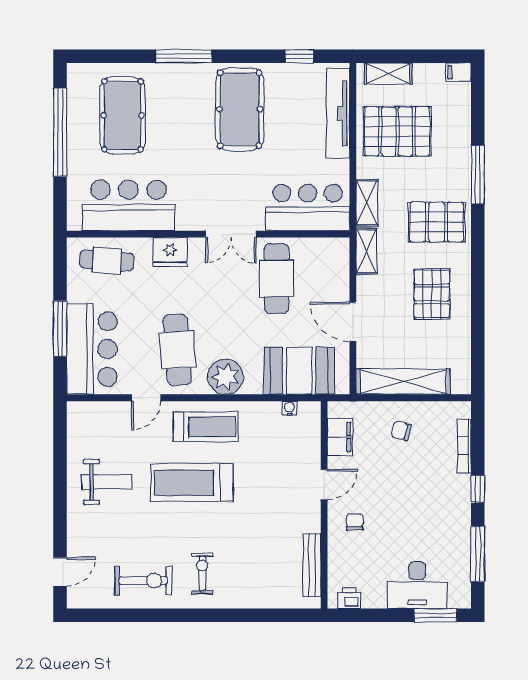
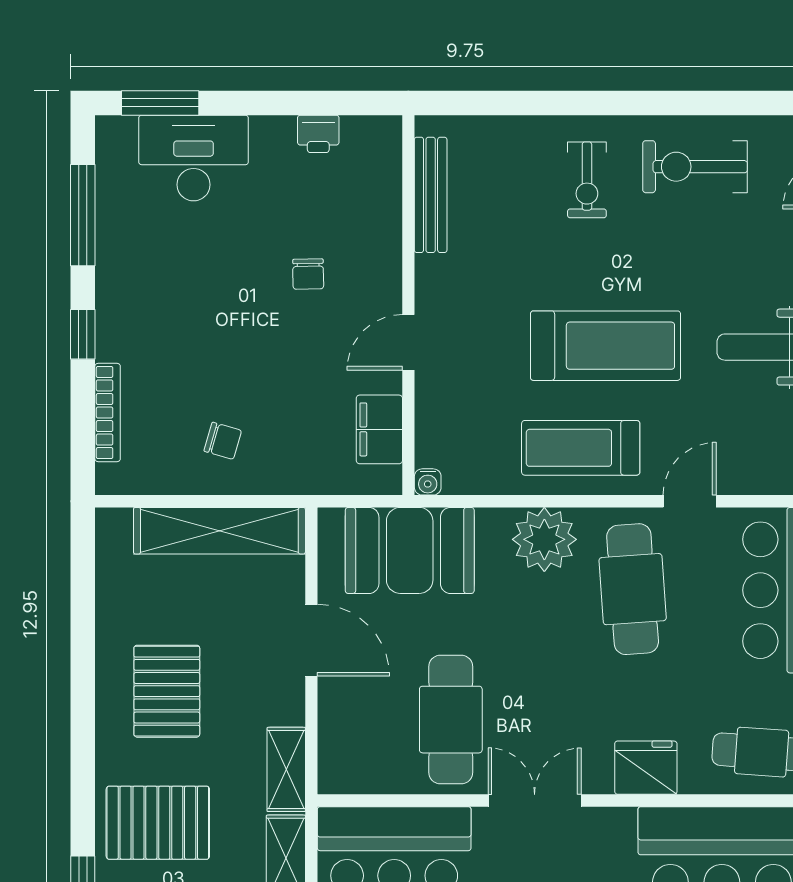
filing cabinet: (340, 437) -> (379, 429), moved
door: (324, 484) -> (408, 342), moved
wall: (324, 505) -> (408, 305), moved
bench: (312, 565) -> (431, 195), moved

